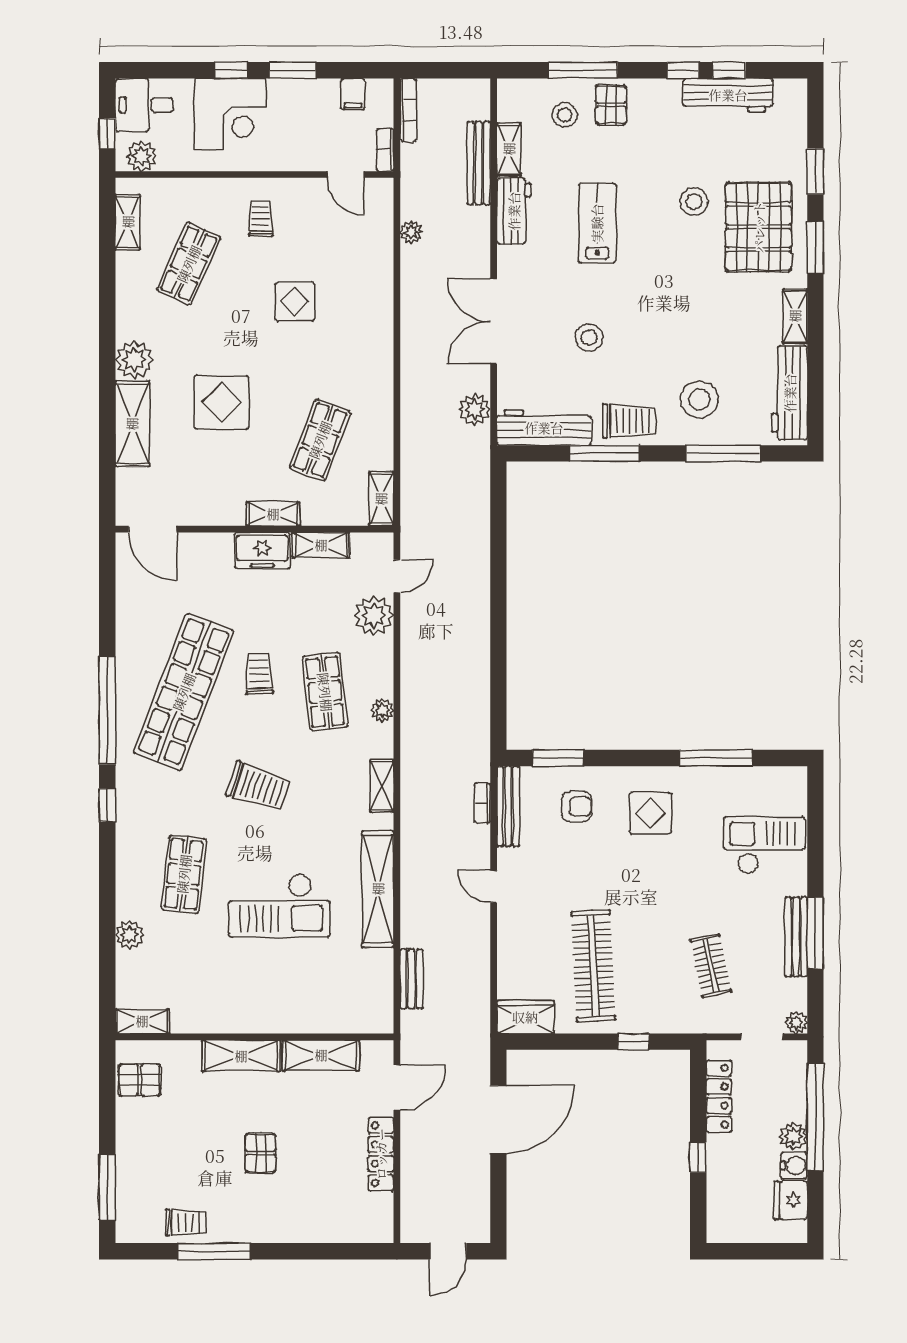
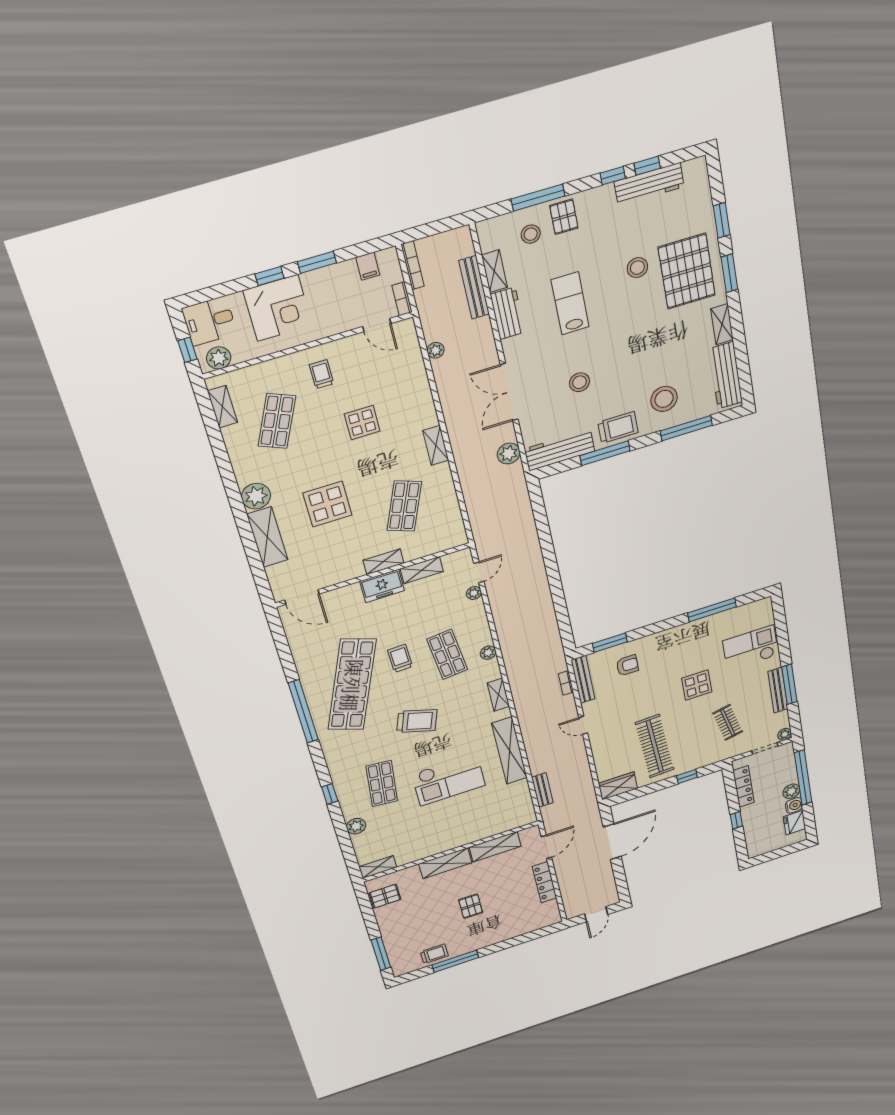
shelving: (381, 499) -> (436, 445), moved
plant: (374, 616) -> (474, 593), width x0.53, depth x0.53
window: (107, 805) -> (330, 794), moved
display table: (651, 813) -> (697, 685), moved

